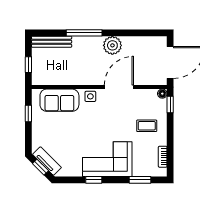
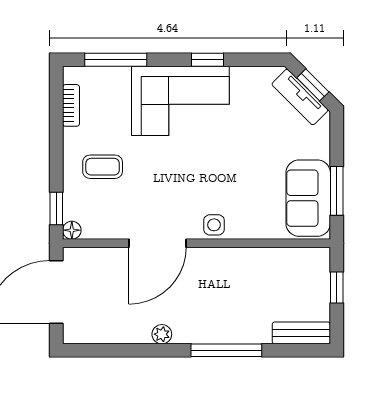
bench: (52, 42) -> (301, 333), width x0.73
plant: (112, 45) -> (162, 334), width x0.53, depth x0.53
sofa: (59, 100) -> (308, 198), moved, turned -90
window: (28, 114) -> (337, 191), width x1.50
window: (140, 180) -> (116, 60), width x1.44

